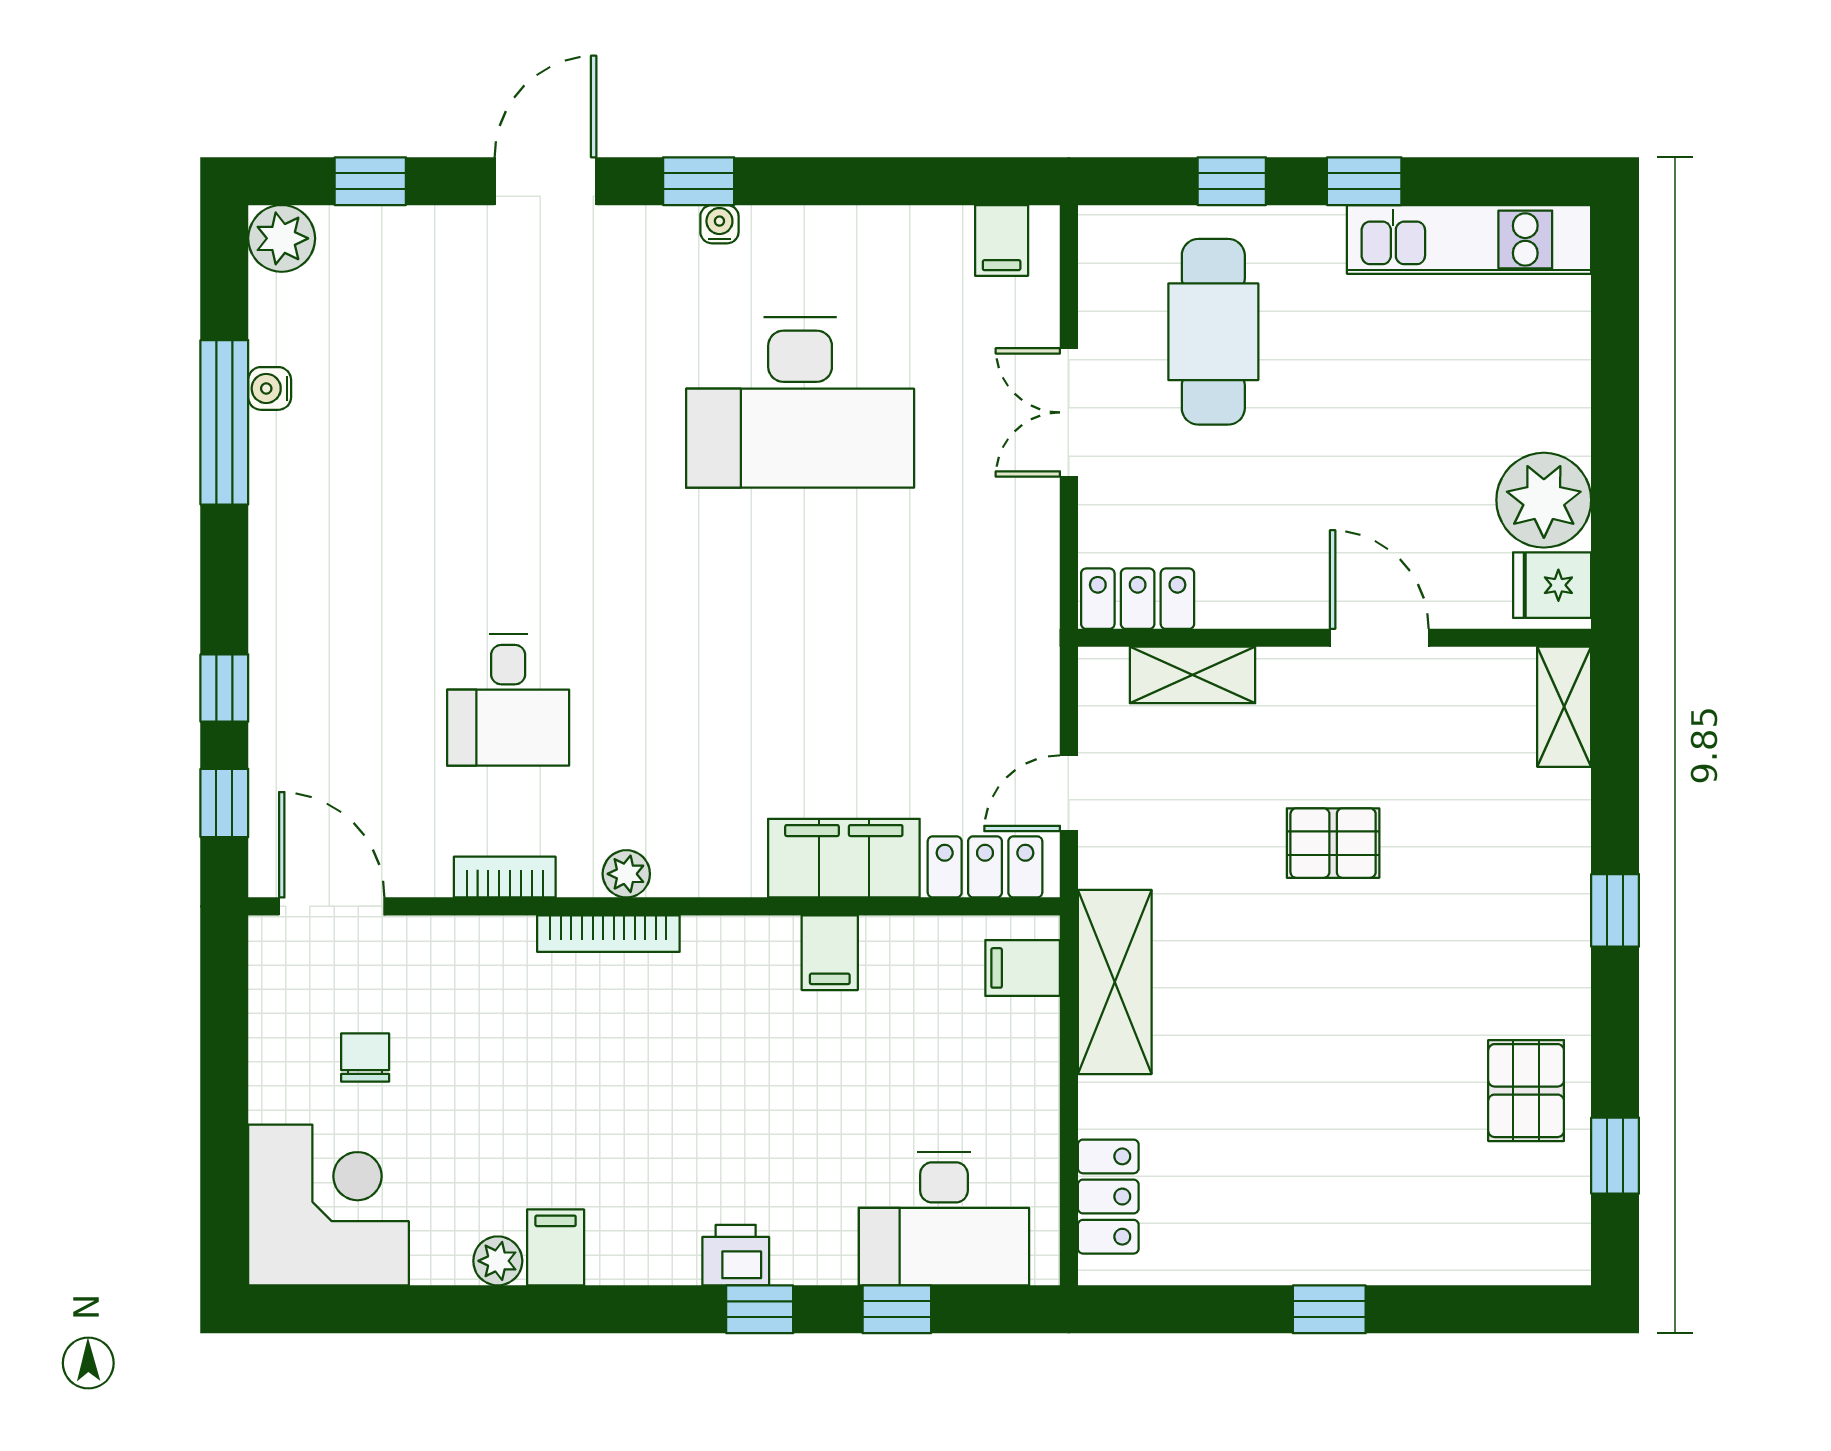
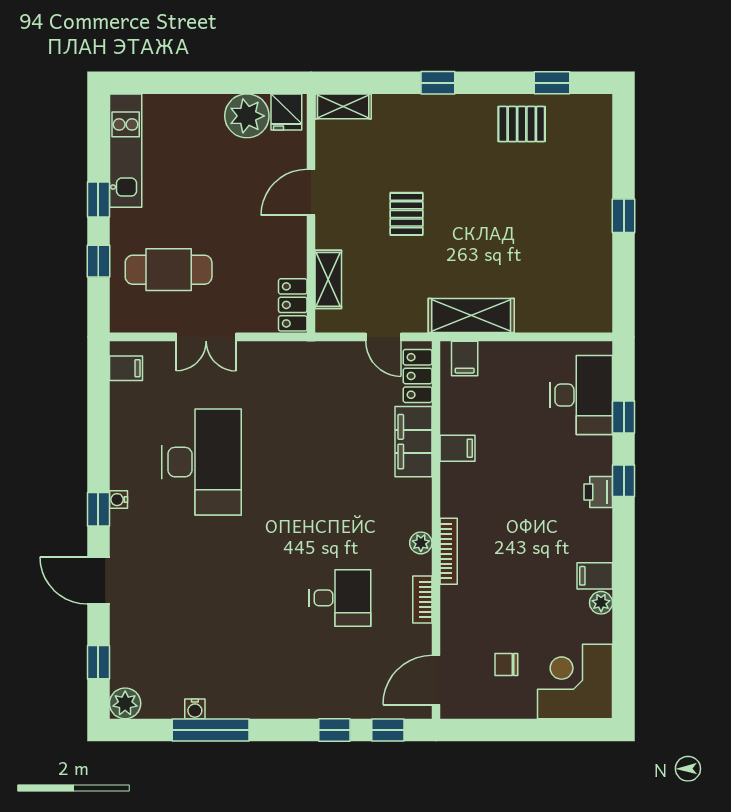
locker: (1108, 1197) -> (571, 319), removed

